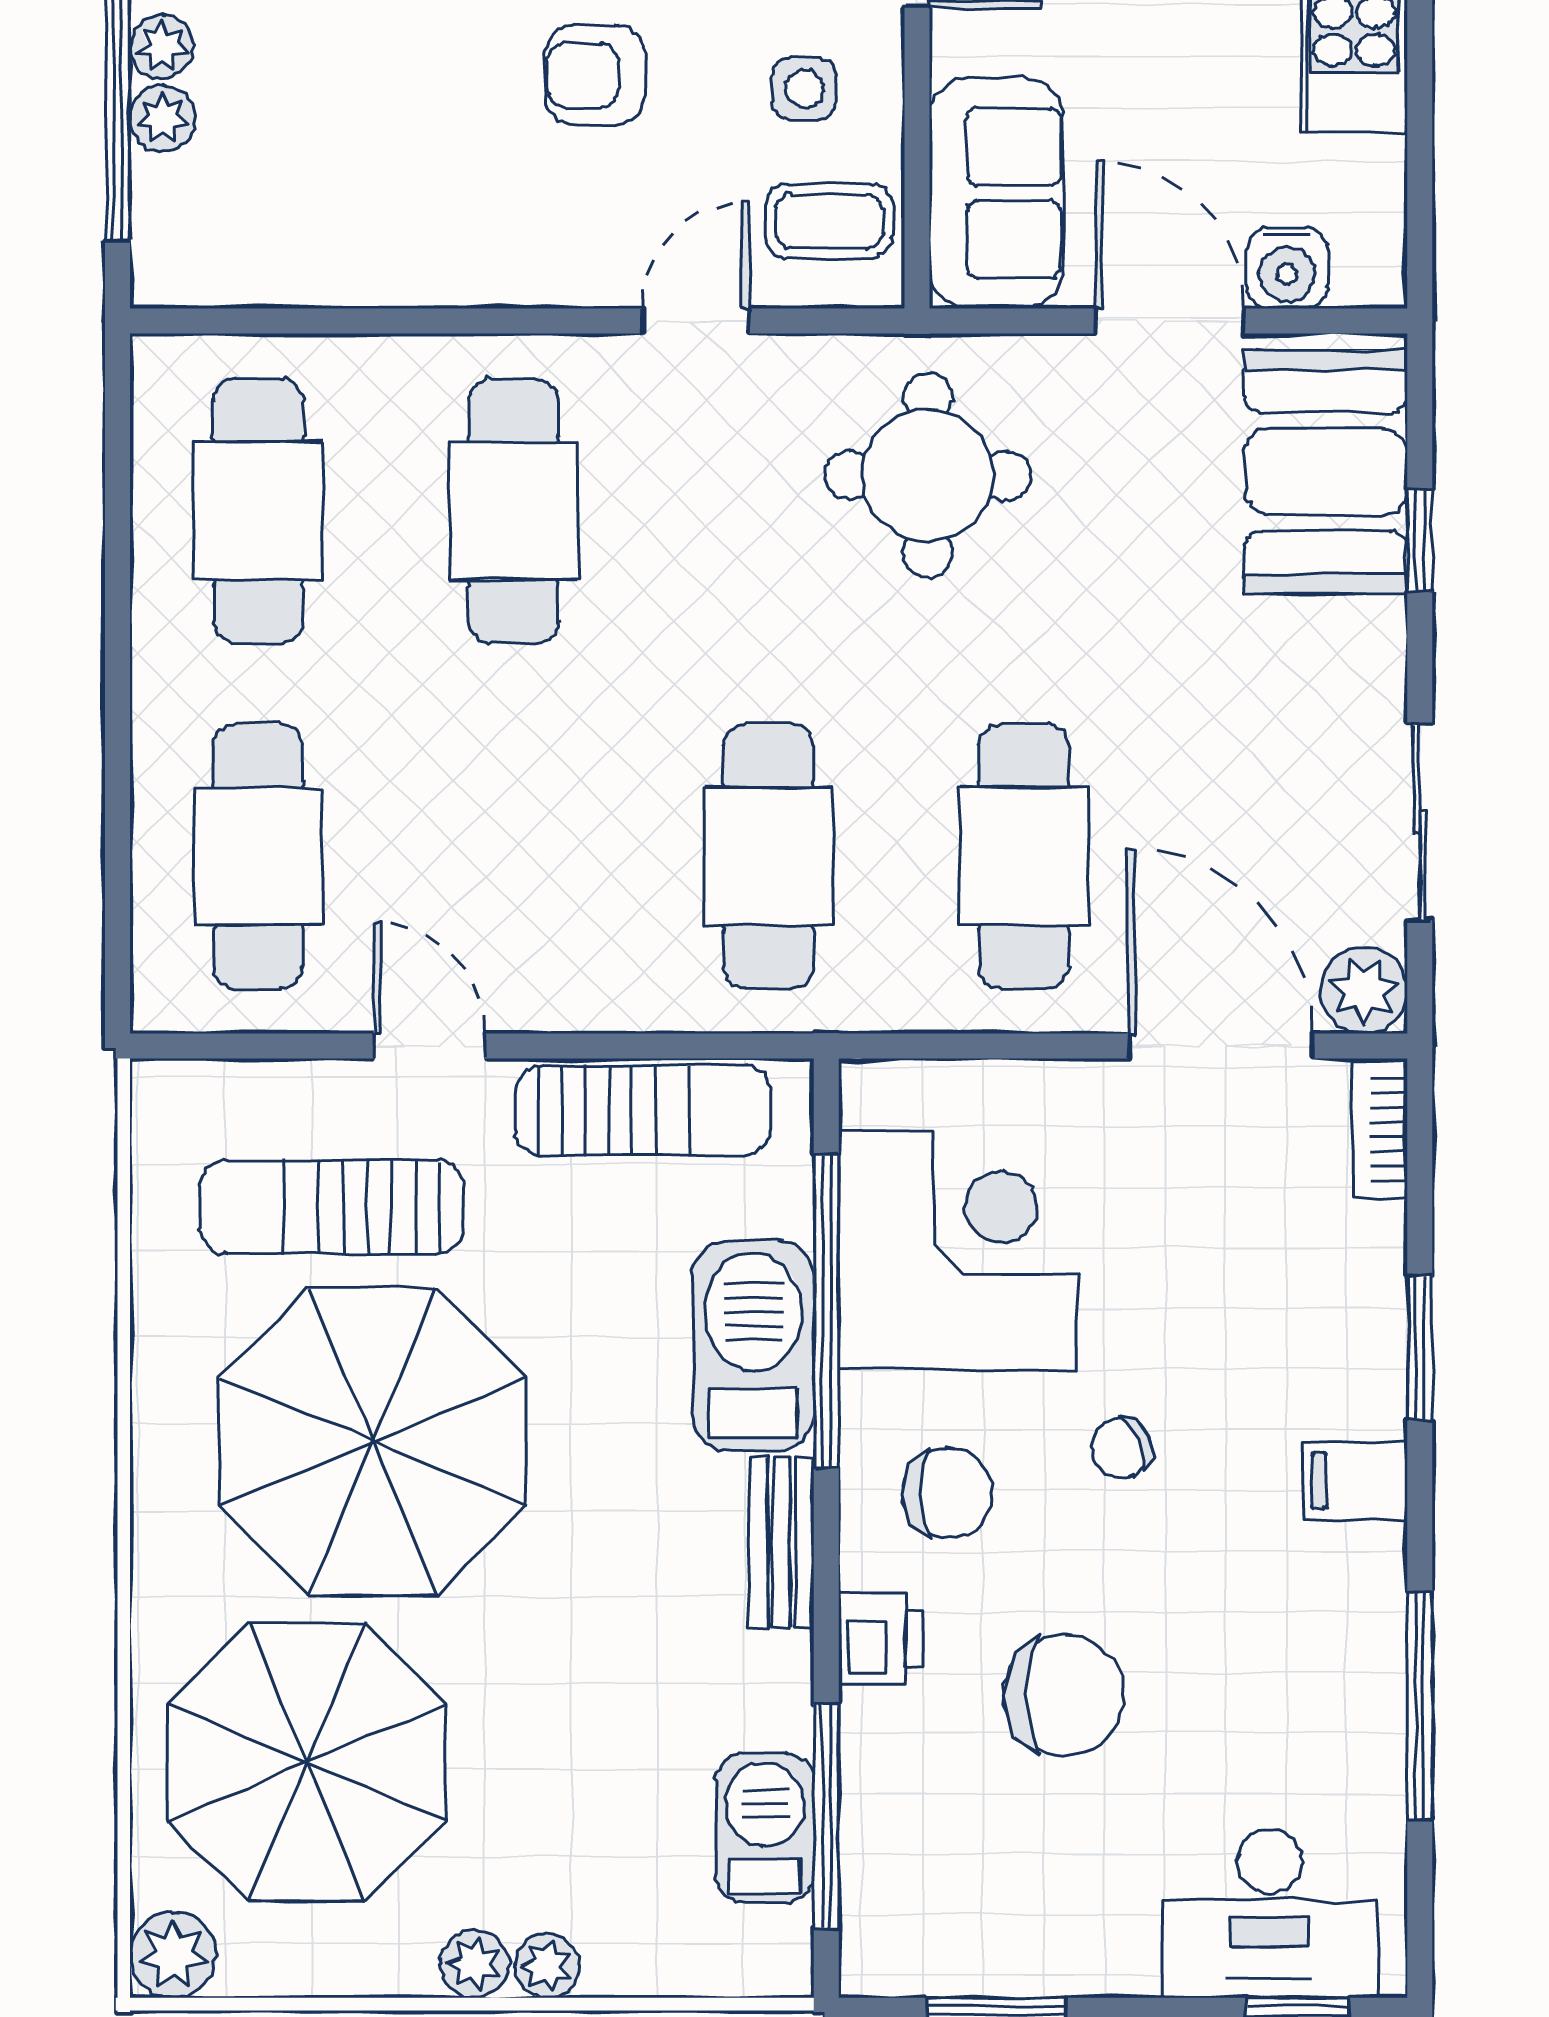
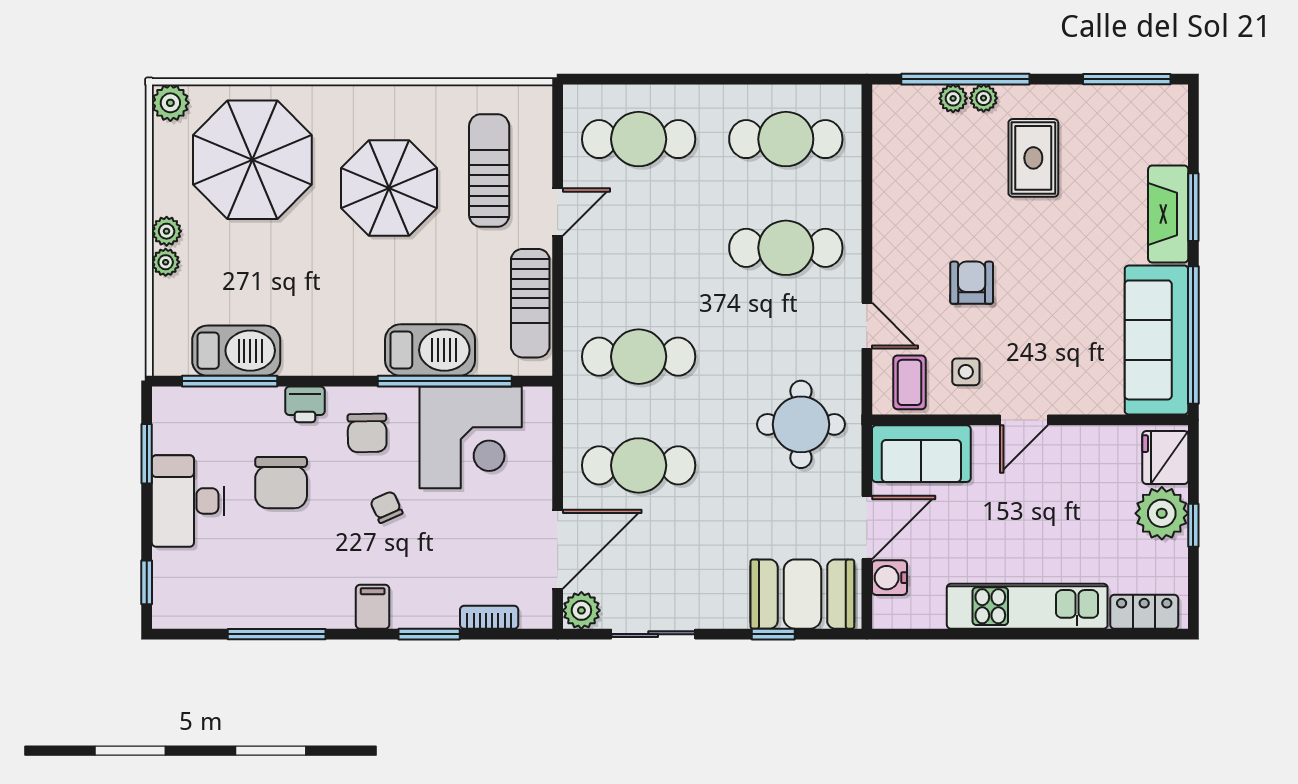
bookcase: (1380, 1130) -> (489, 617), moved
parasol: (373, 1442) -> (389, 188), width x0.73, depth x0.73
bench: (781, 1543) -> (346, 362), removed
barbecue: (765, 1828) -> (236, 351), width x1.37, depth x1.21
desk: (1270, 1913) -> (188, 501), moved

